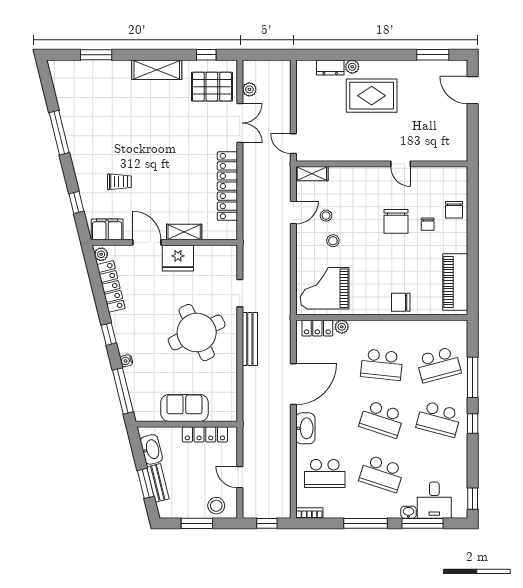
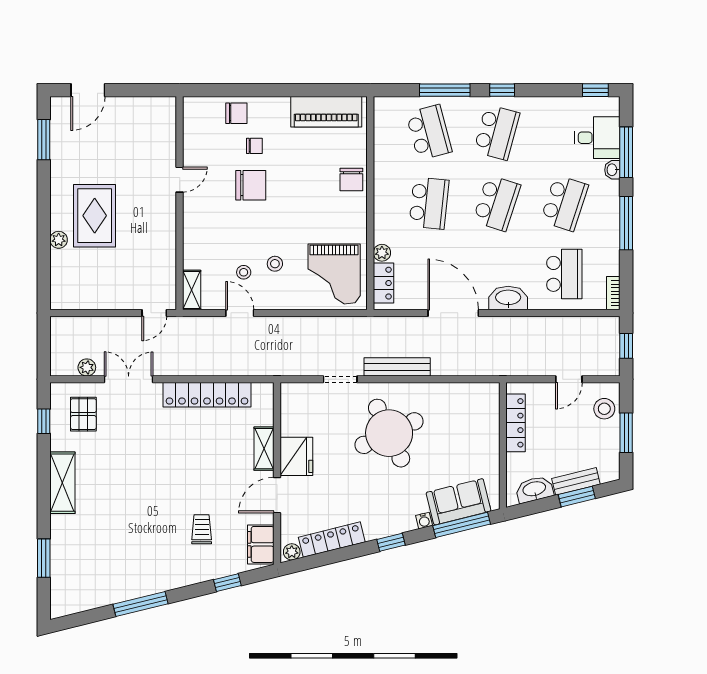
dresser: (330, 67) -> (60, 267), removed
pallet: (212, 87) -> (83, 414), width x0.67, depth x0.71
sofa: (184, 408) -> (459, 502), moved, turned 76

